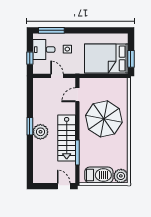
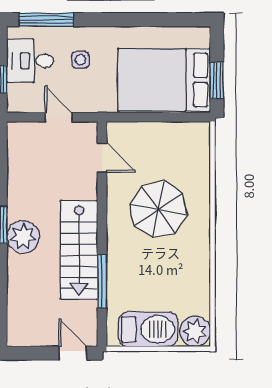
door: (77, 95) -> (102, 158), swing flipped
parasol: (104, 119) -> (159, 209), width x0.73, depth x0.73

